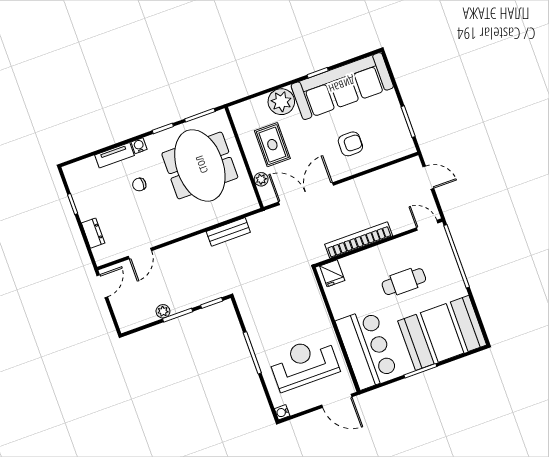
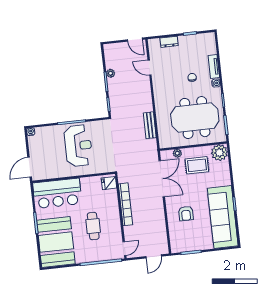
plant: (281, 102) -> (219, 153), moved
reception desk: (304, 363) -> (78, 146), moved

